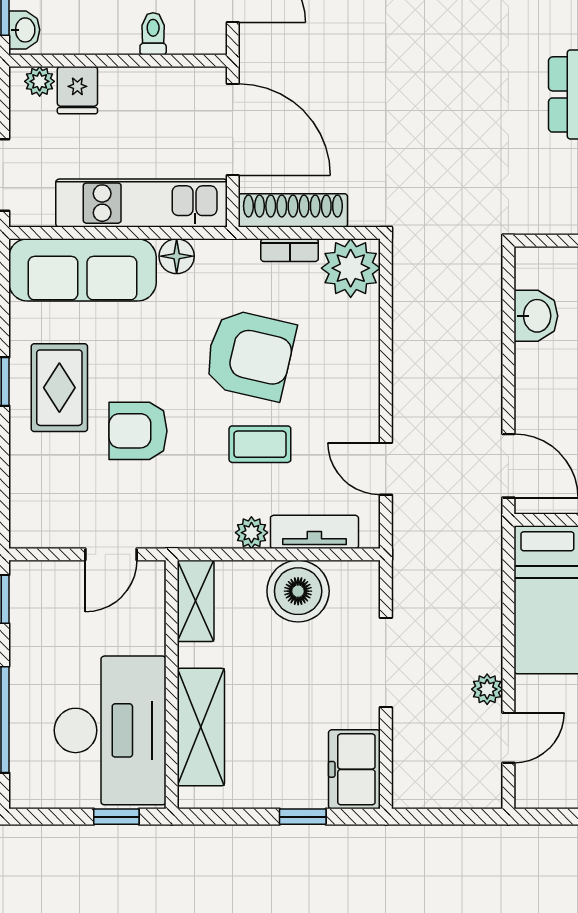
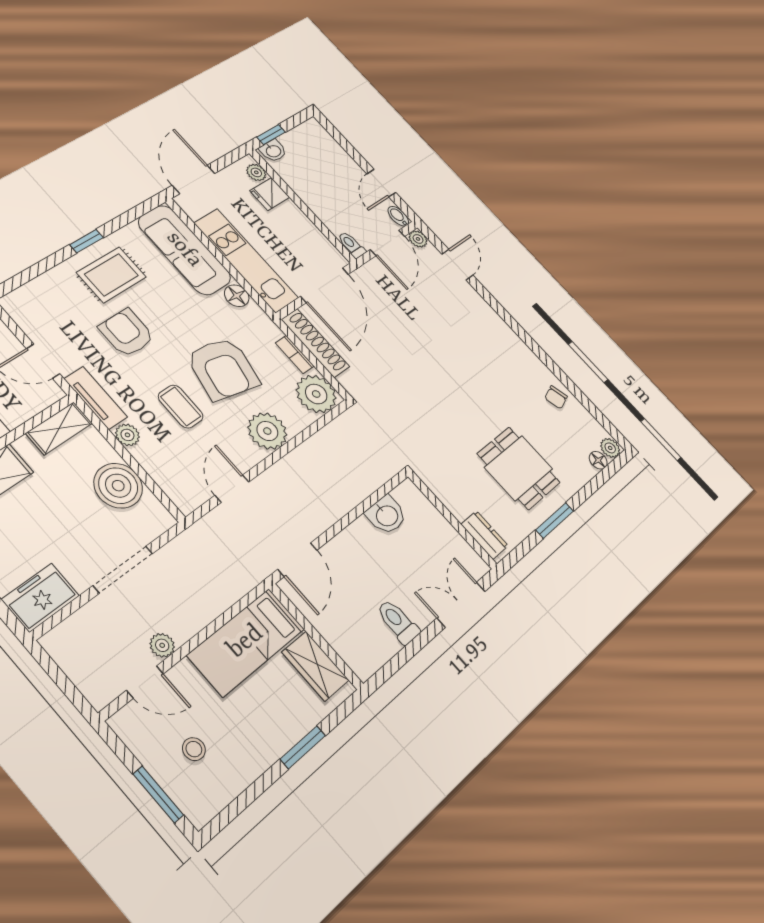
toilet: (153, 34) -> (352, 245), moved, turned -90
plant: (352, 368) -> (267, 431), added
tv unit: (314, 532) -> (96, 398), moved

